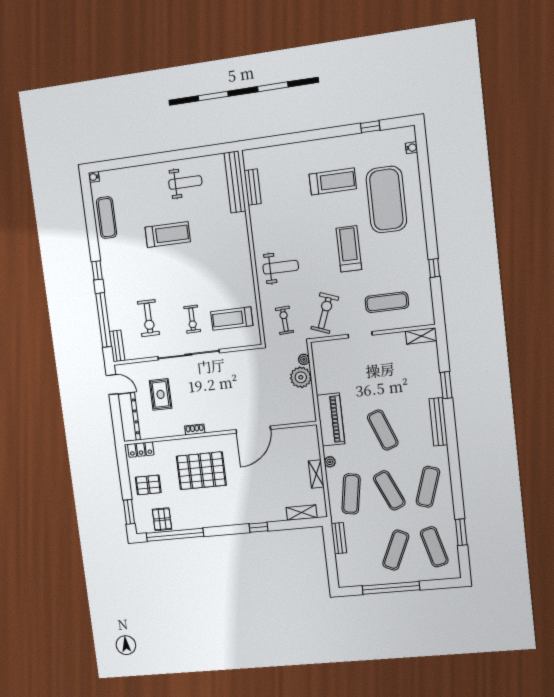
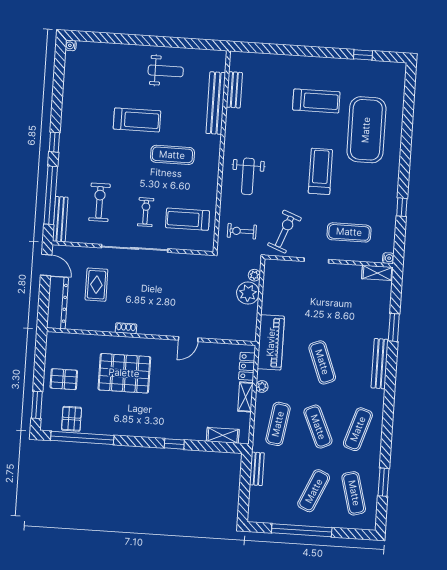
water cooler: (411, 148) -> (388, 258), moved
bench: (235, 182) -> (216, 103), moved
exercise mat: (107, 218) -> (172, 155), moved, turned 90
weight bench: (281, 267) -> (248, 176), turned 90
exercise bike: (149, 318) -> (100, 202), turned 180
exercise bike: (192, 319) -> (146, 212), turned 180
exercise bike: (284, 320) -> (242, 231), turned -87
bench: (117, 346) -> (60, 219), width x1.36
door: (253, 430) -> (188, 339), width x0.53
locker: (141, 450) -> (247, 366), moved, turned 90

